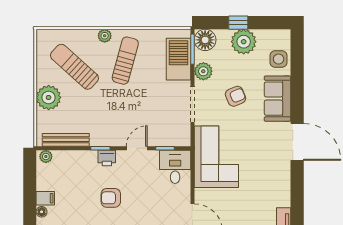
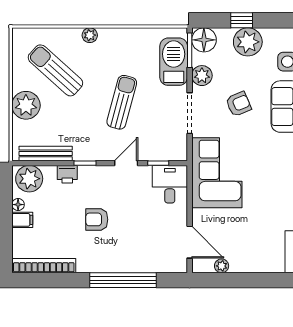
sun lounger: (125, 61) -> (122, 102), moved
plant: (46, 157) -> (29, 179), width x1.87, depth x1.87
printer: (107, 158) -> (67, 174), moved
floor lamp: (42, 212) -> (18, 205), moved

